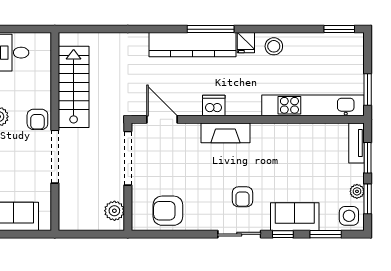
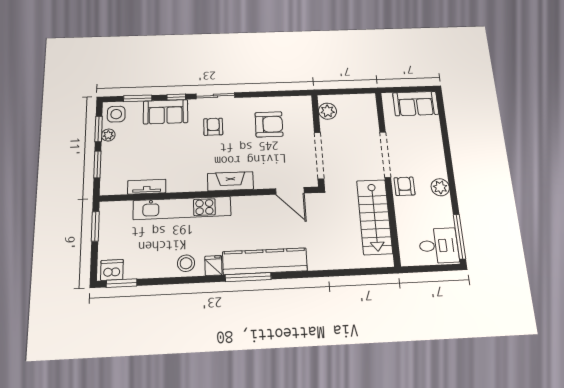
kitchen unit: (313, 105) -> (182, 208), moved
dishwasher: (214, 106) -> (112, 270), moved, turned 180
tv unit: (356, 143) -> (147, 187), moved, turned -90
armchair: (168, 211) -> (269, 124), moved

